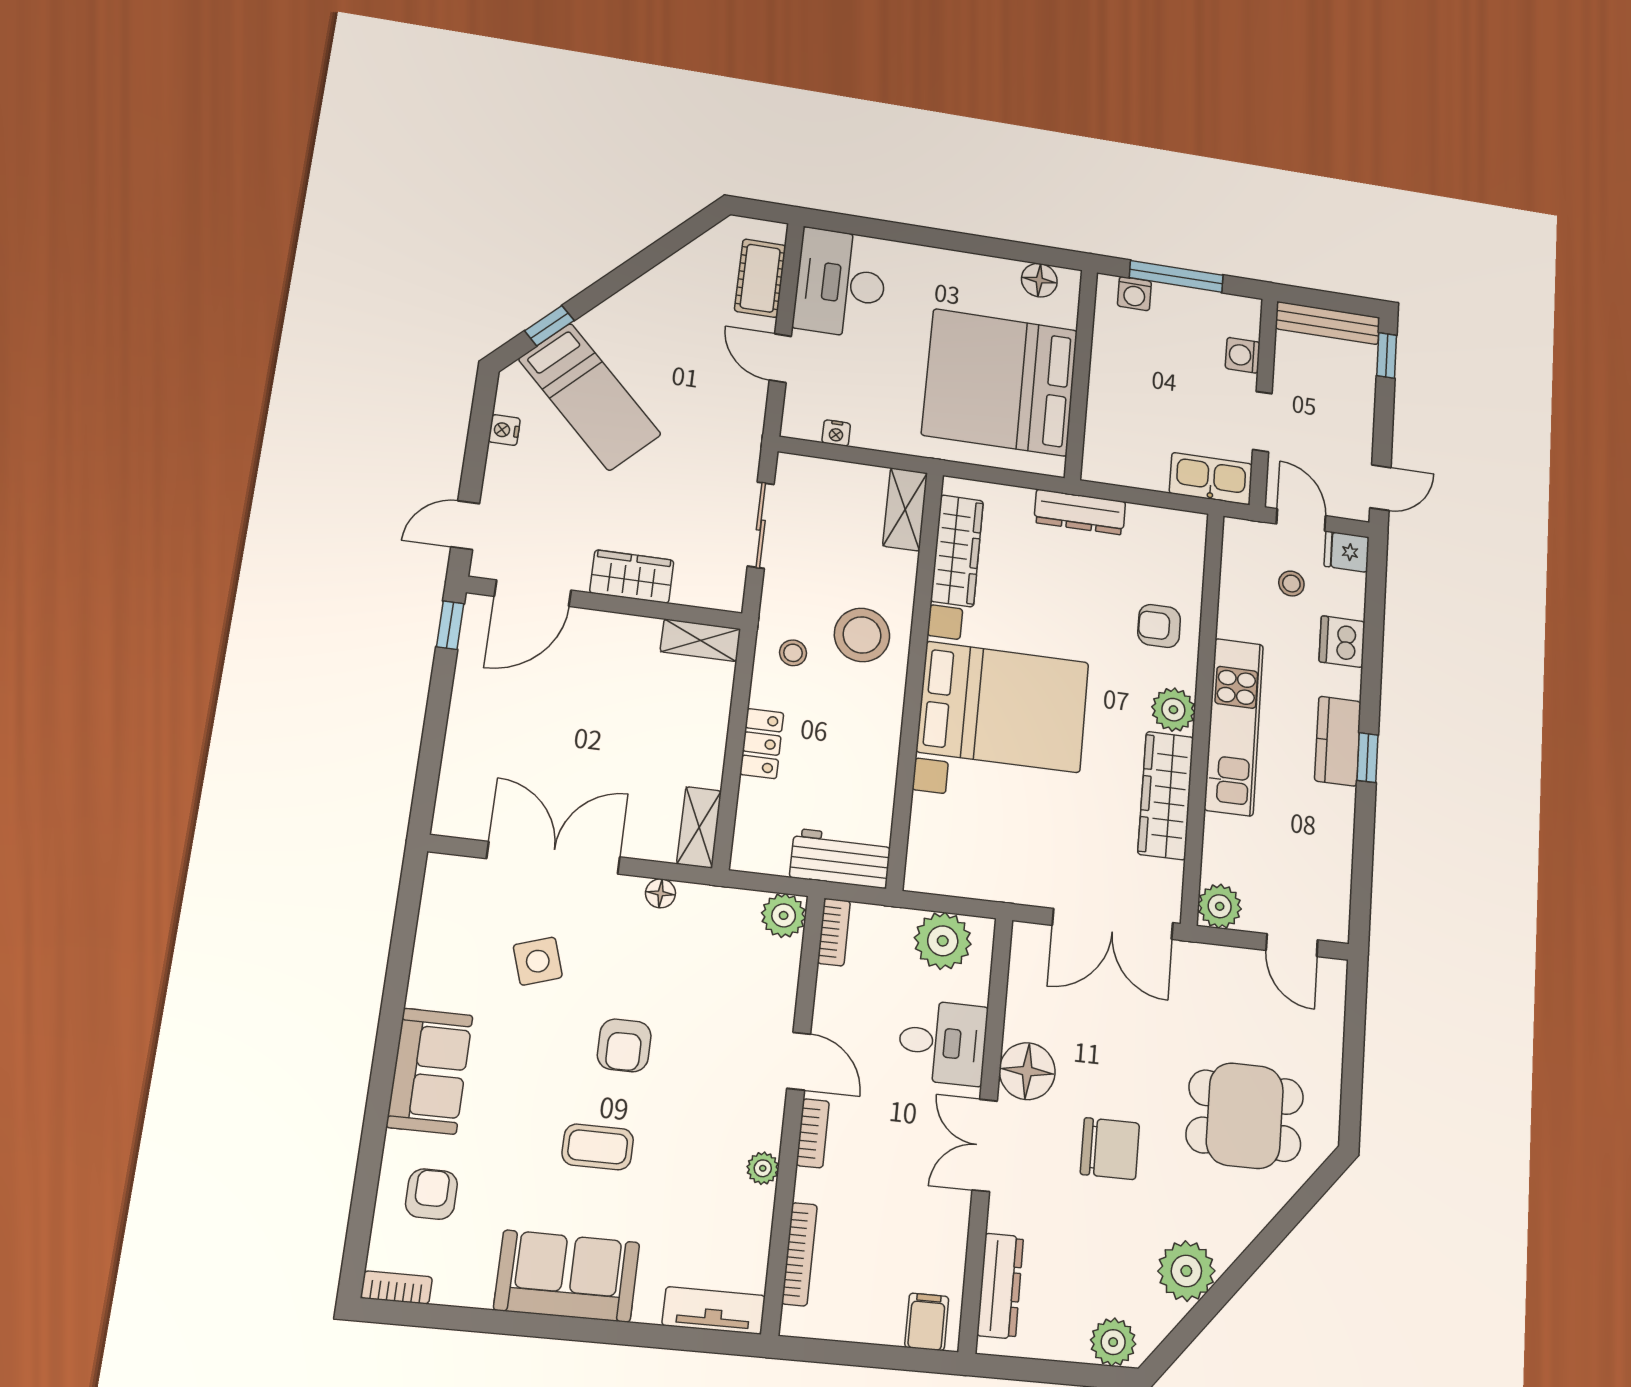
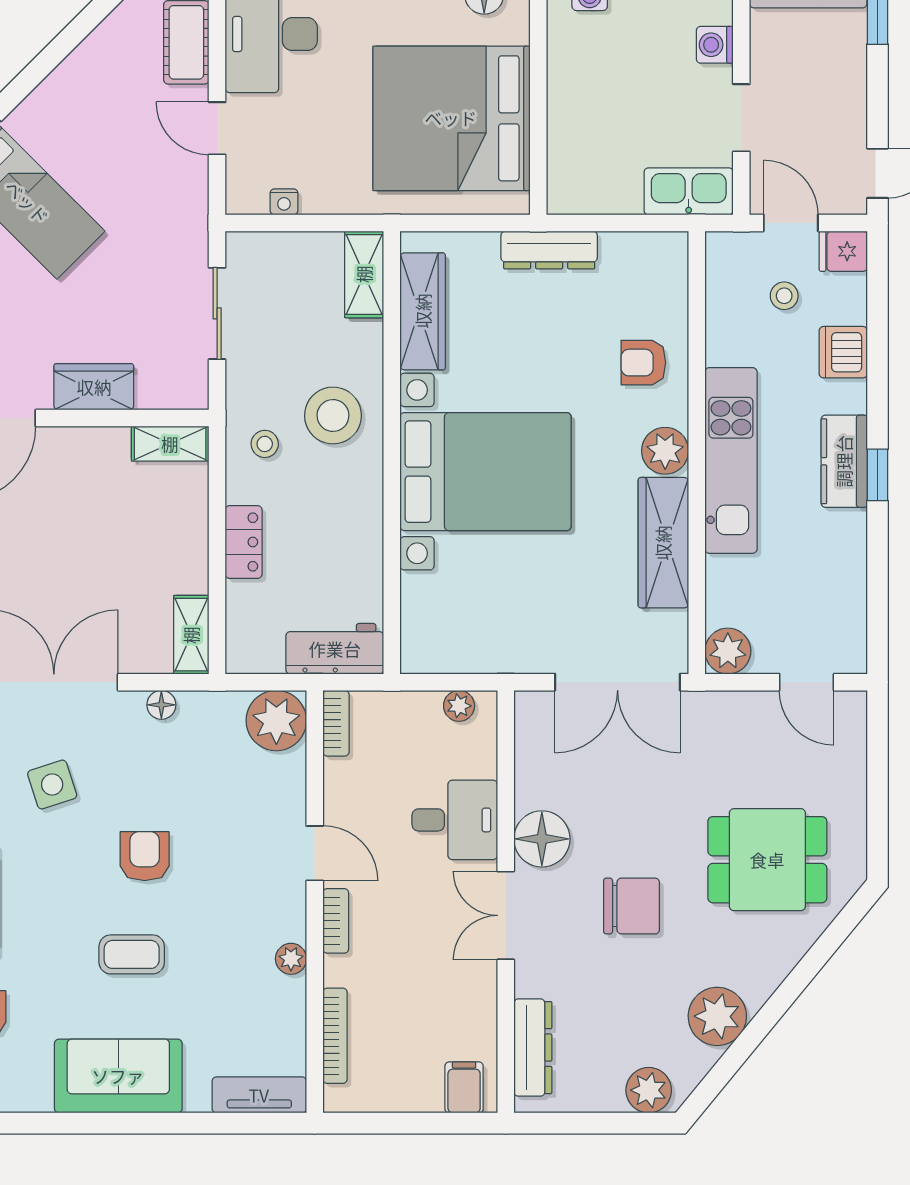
plant: (784, 915) -> (276, 721), width x1.36, depth x1.36
plant: (943, 941) -> (459, 706), width x0.53, depth x0.53
armchair: (624, 1045) -> (145, 856), turned 180

